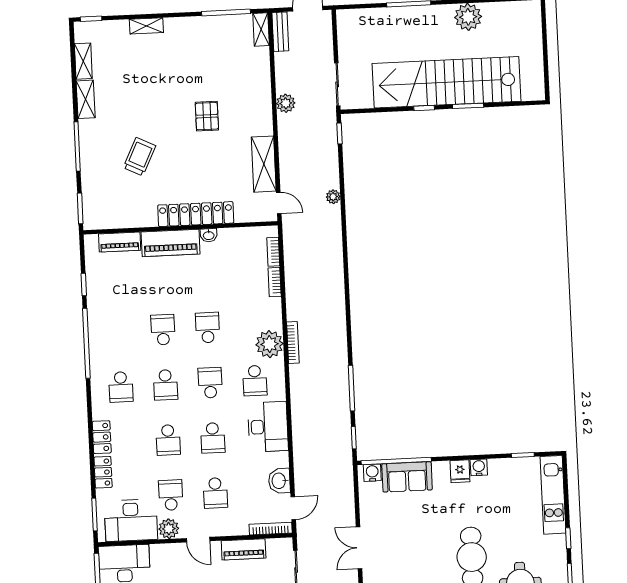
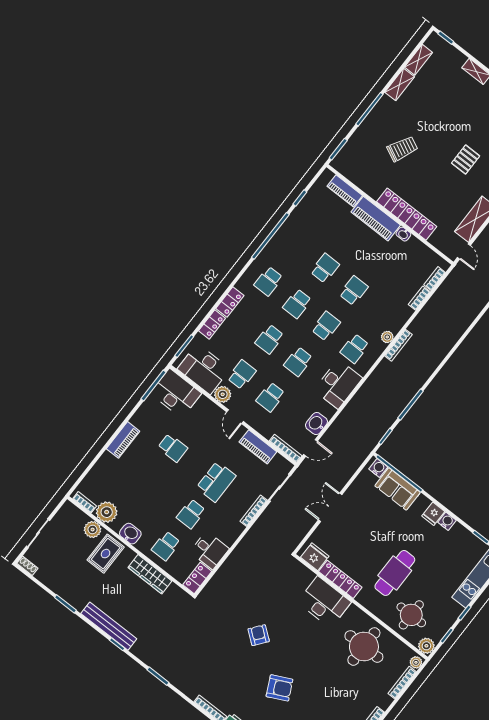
plant: (269, 344) -> (387, 337), width x0.53, depth x0.53

